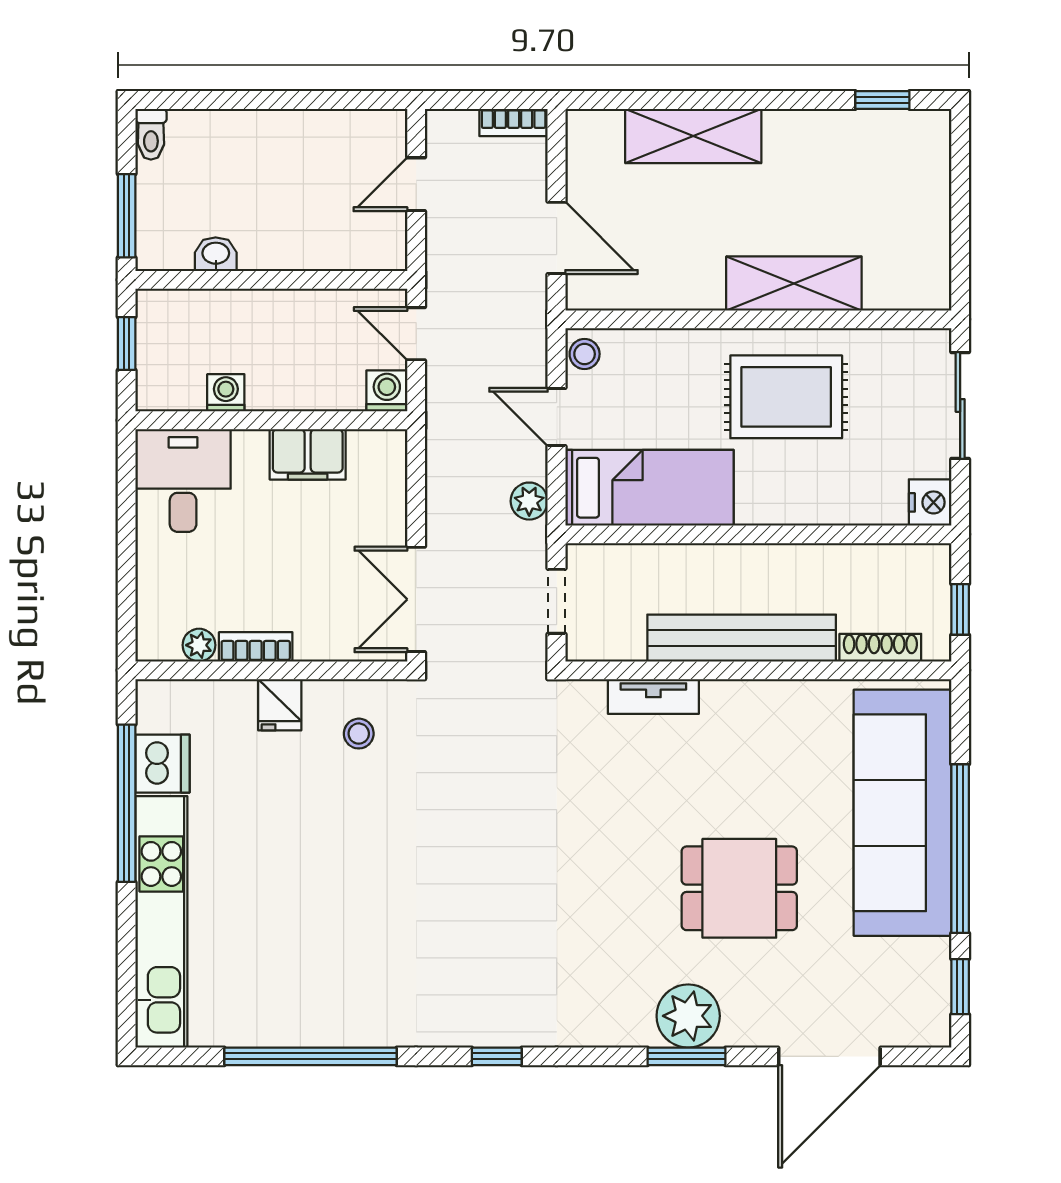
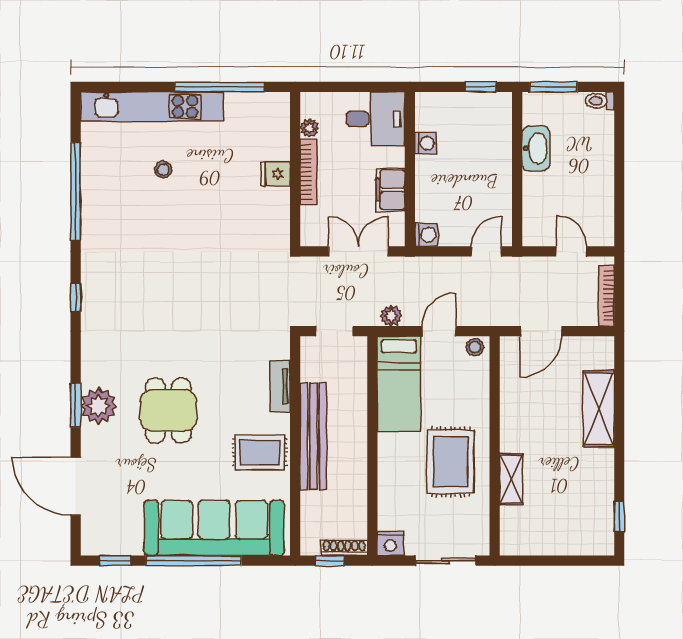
bookcase: (514, 122) -> (606, 296), width x1.56
washbasin: (216, 254) -> (536, 148), width x1.91, depth x1.45
shelving: (794, 283) -> (511, 479), width x0.67, depth x0.75
washing machine: (387, 391) -> (426, 235), moved
washing machine: (226, 393) -> (425, 143), moved
wall: (271, 420) -> (410, 169), moved
filing cabinet: (308, 454) -> (390, 190), moved
desk: (183, 480) -> (376, 119), moved
double door: (416, 599) -> (358, 251), moved
bookcase: (256, 647) -> (308, 172), width x1.56
shoe rack: (880, 648) -> (344, 548), moved, turned -90
rug: (770, 732) -> (260, 452), added
stool: (359, 734) -> (163, 170), moved
dishwasher: (162, 764) -> (242, 107), removed
dining table: (739, 888) -> (168, 410), moved

